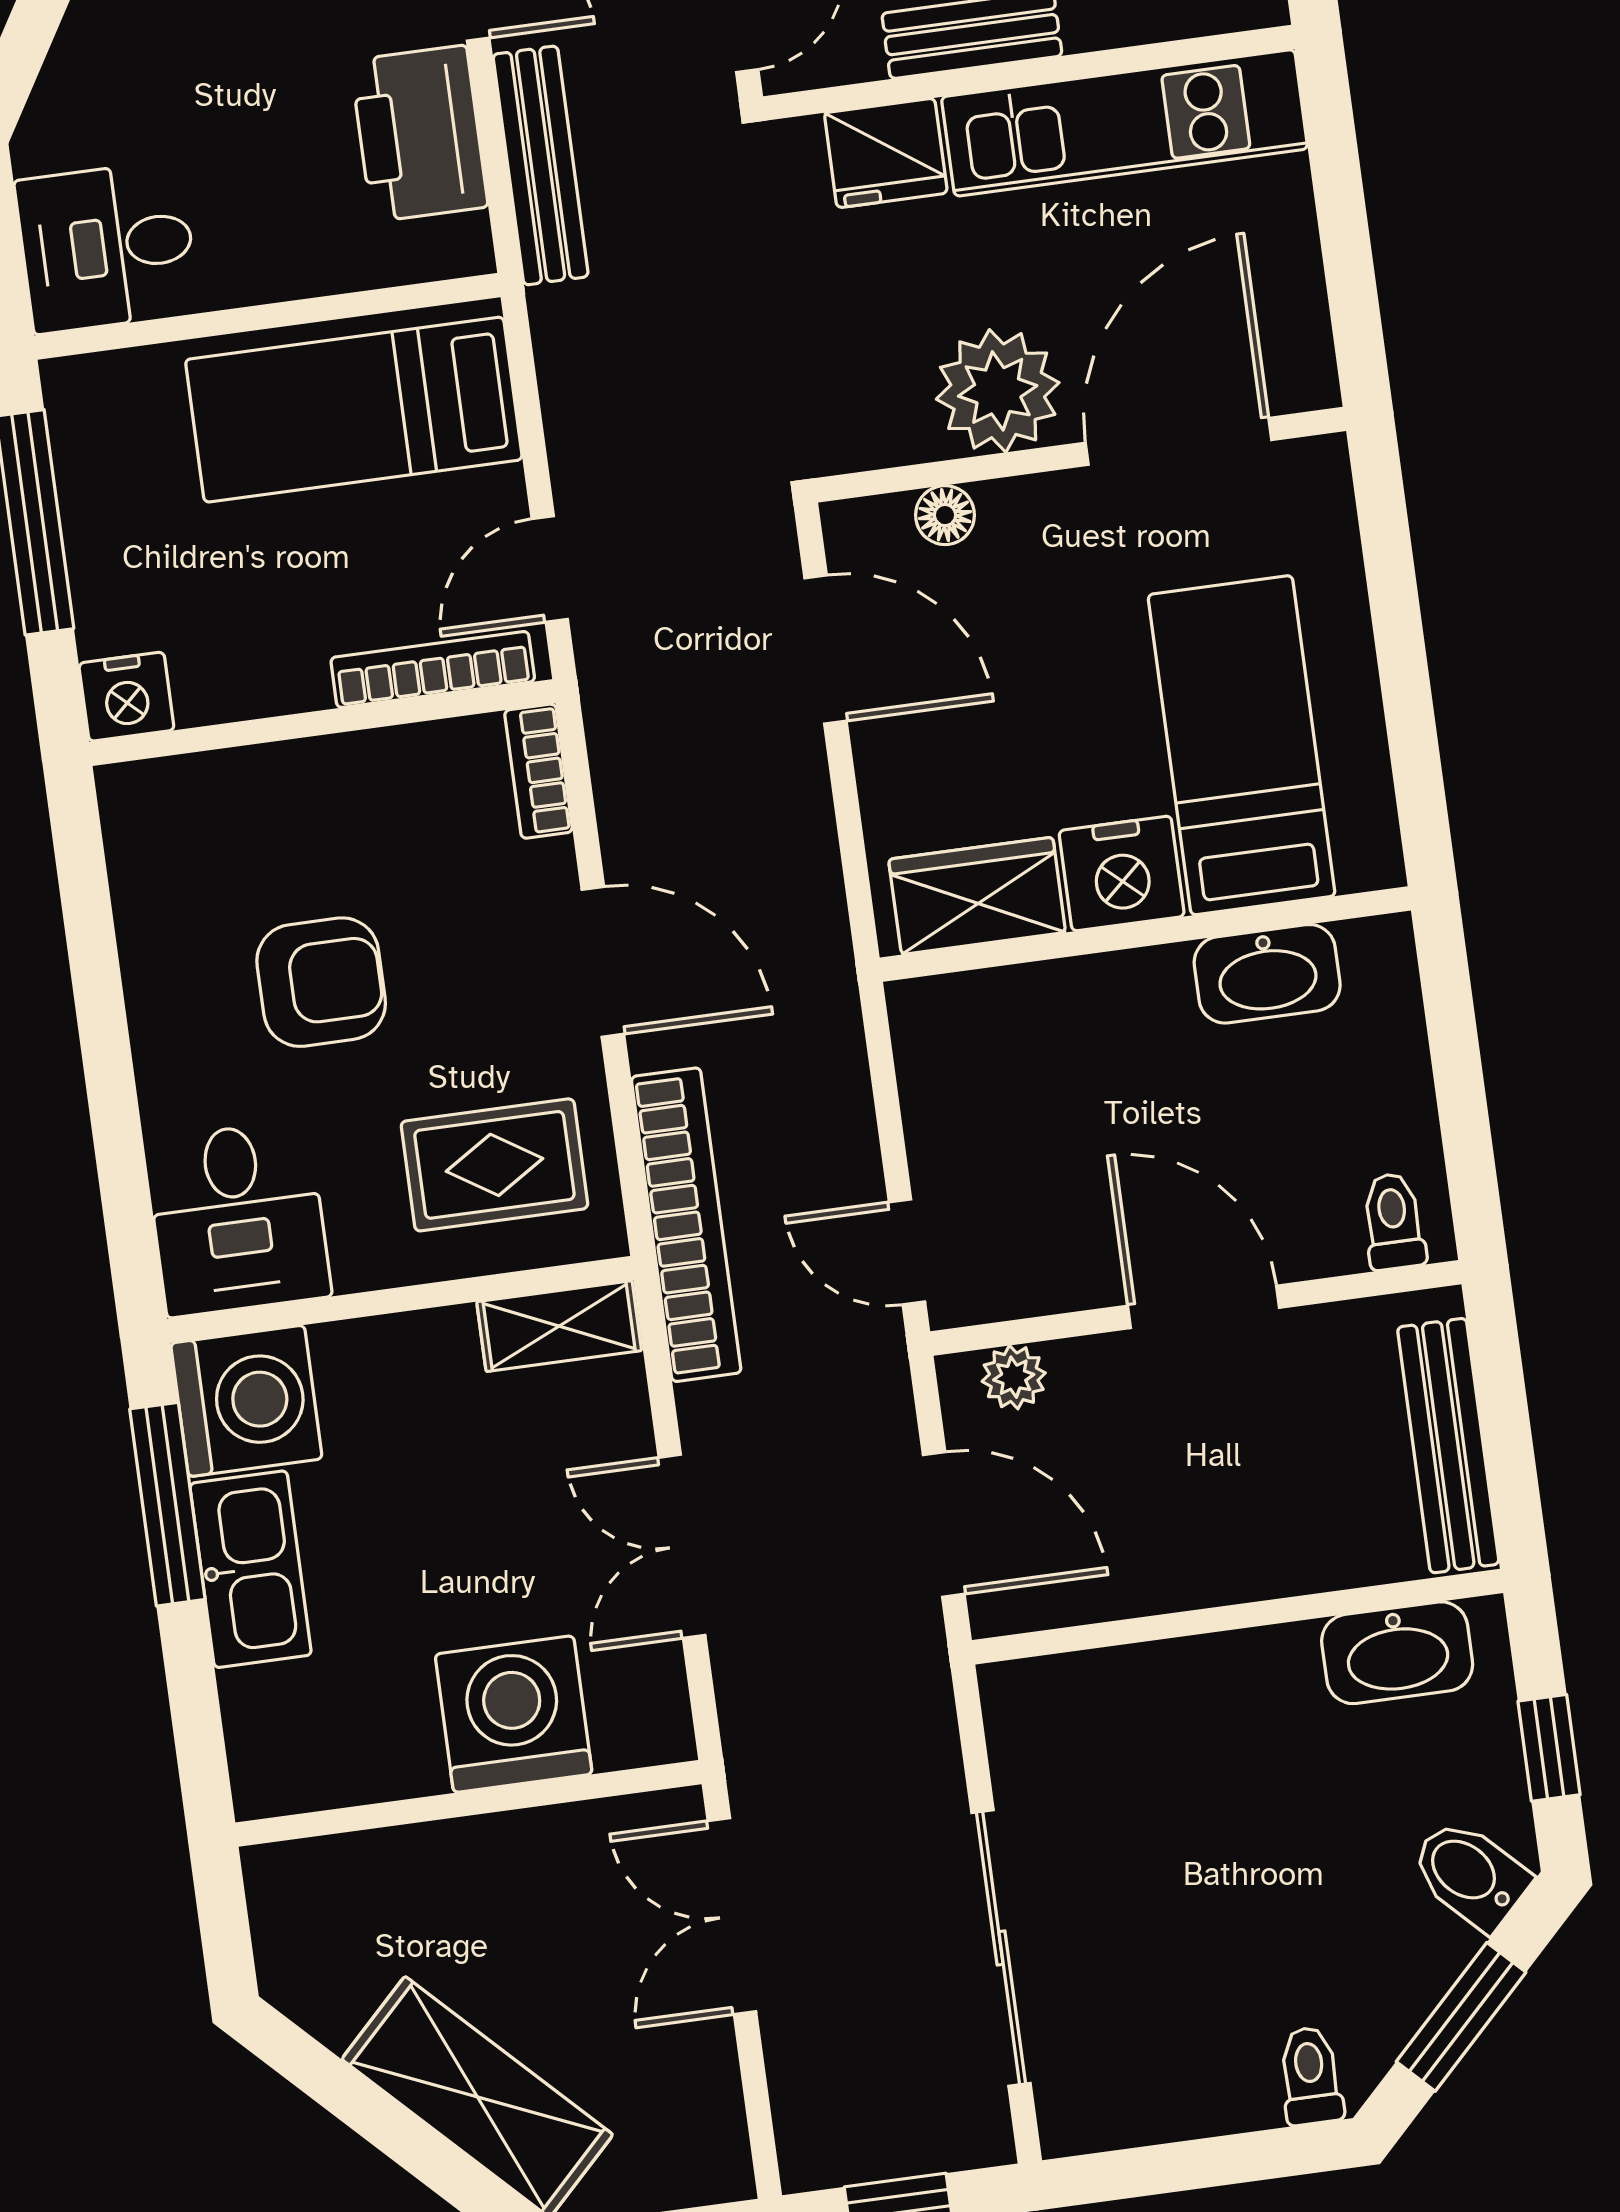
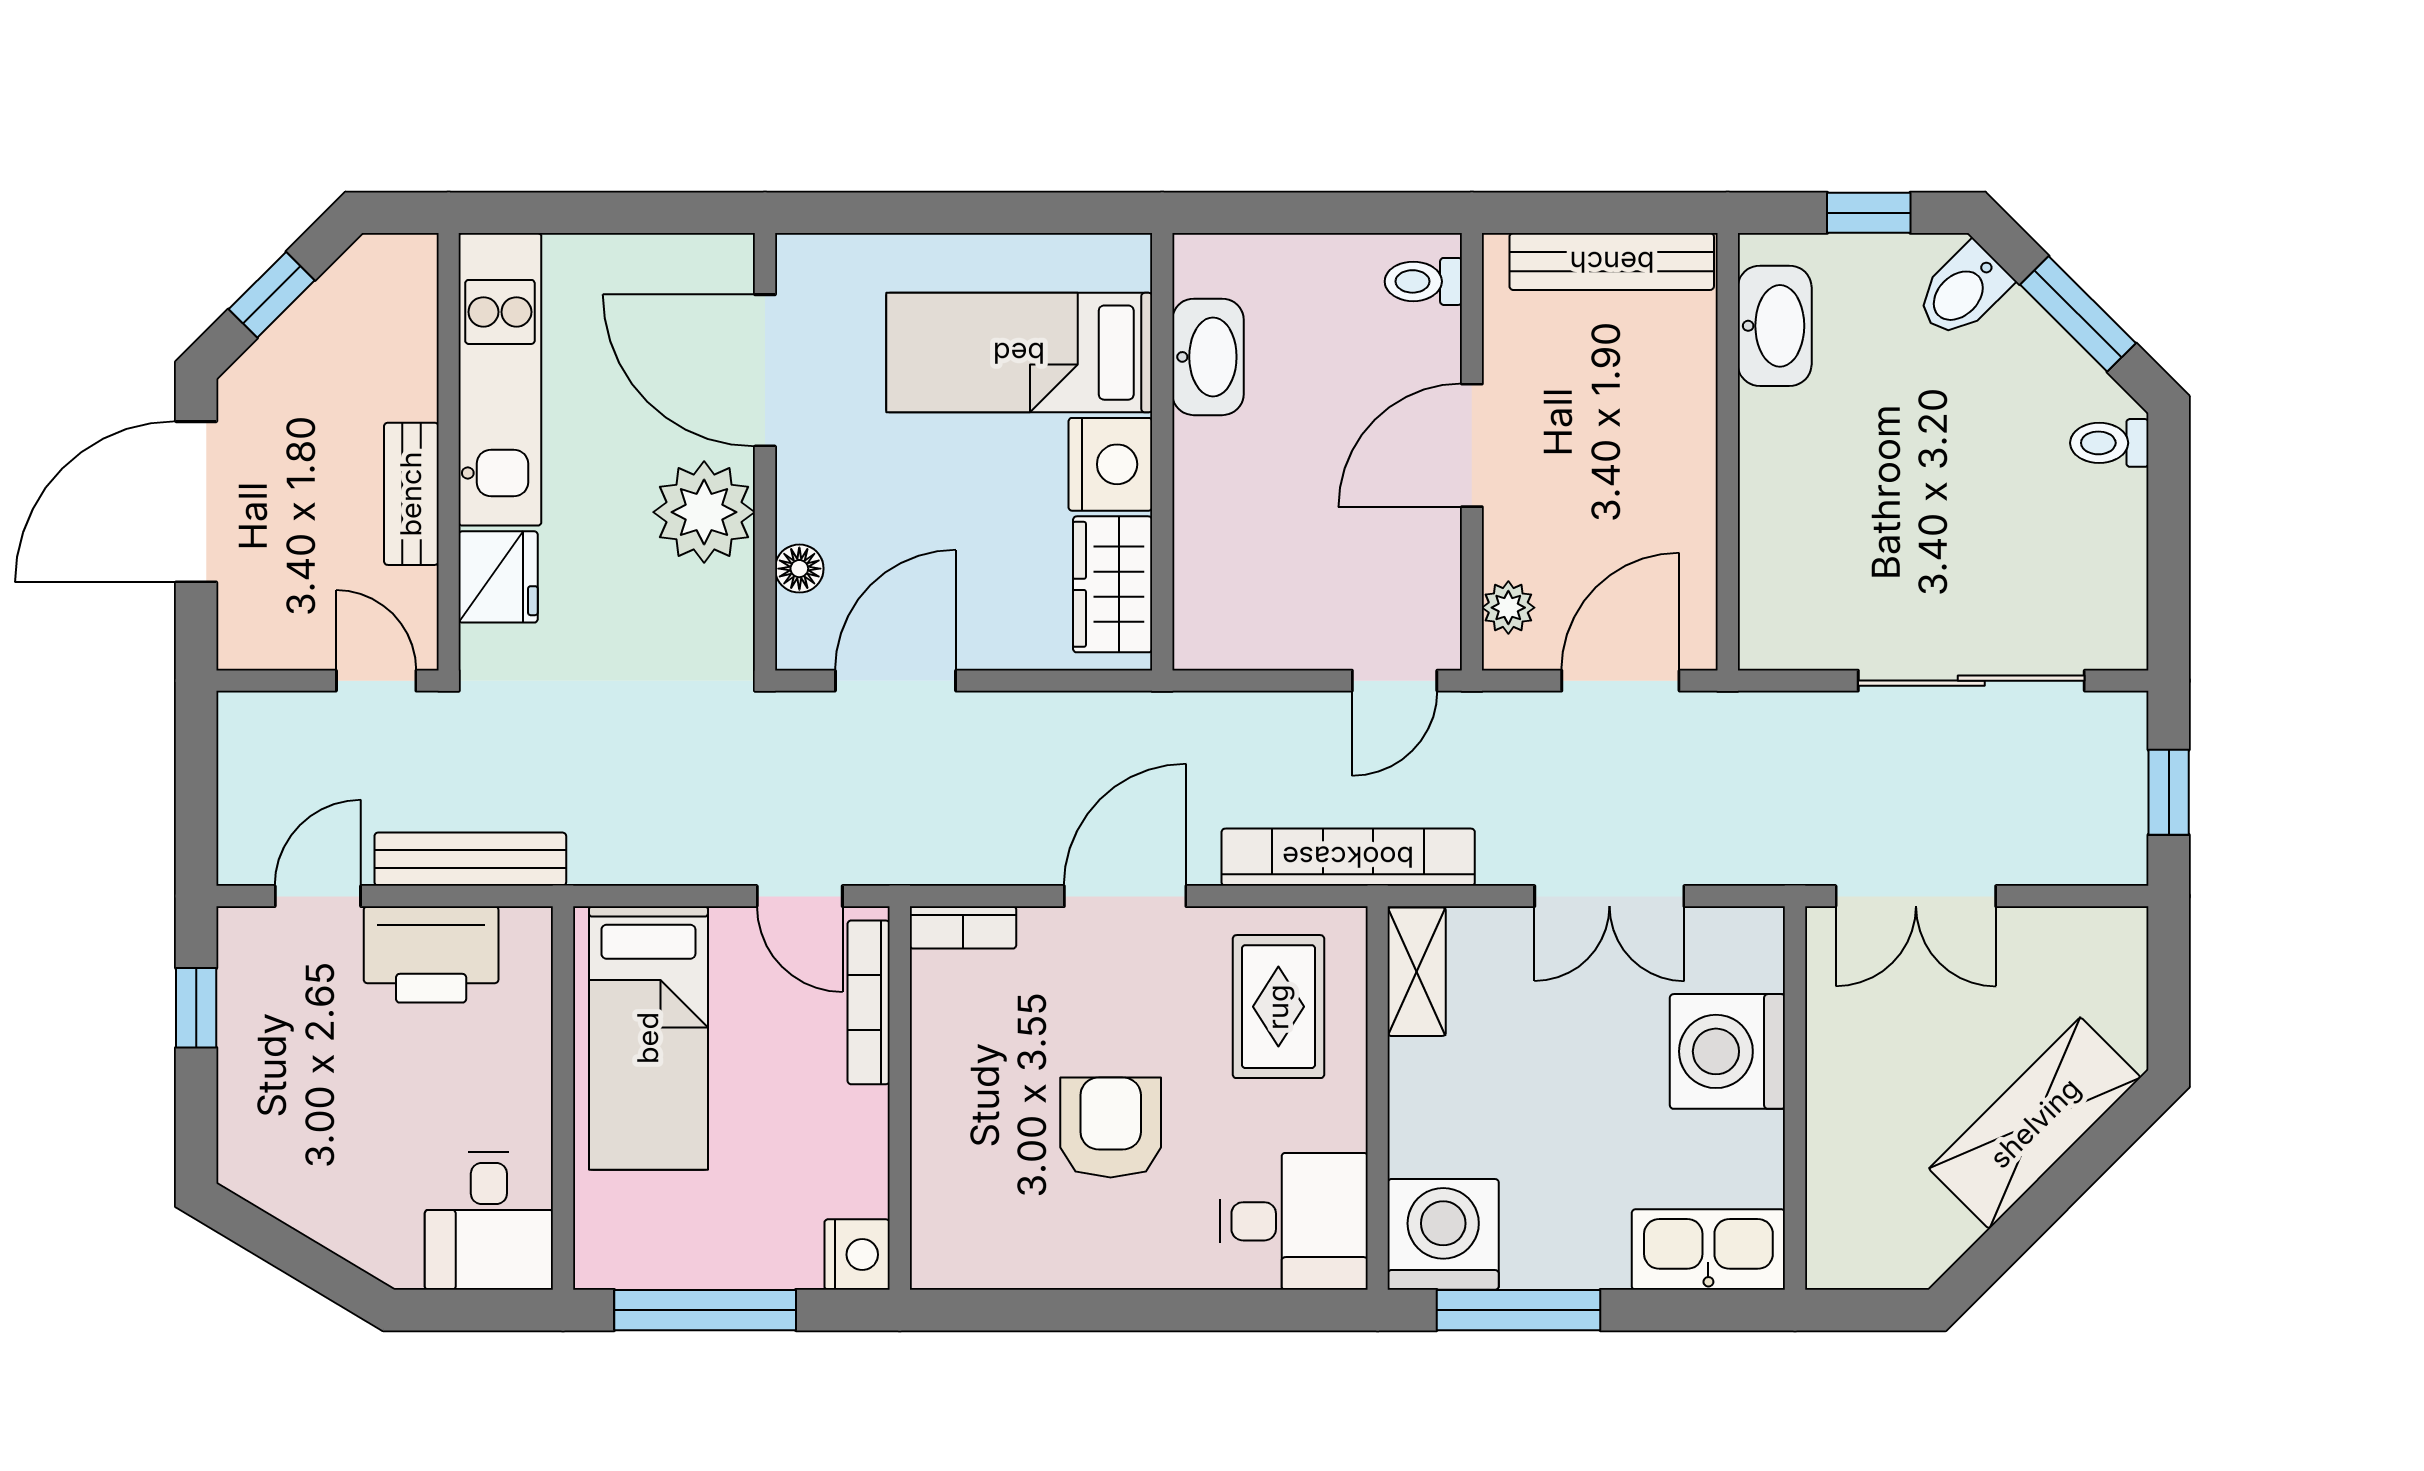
kitchen sink: (251, 1569) -> (1708, 1250), moved

